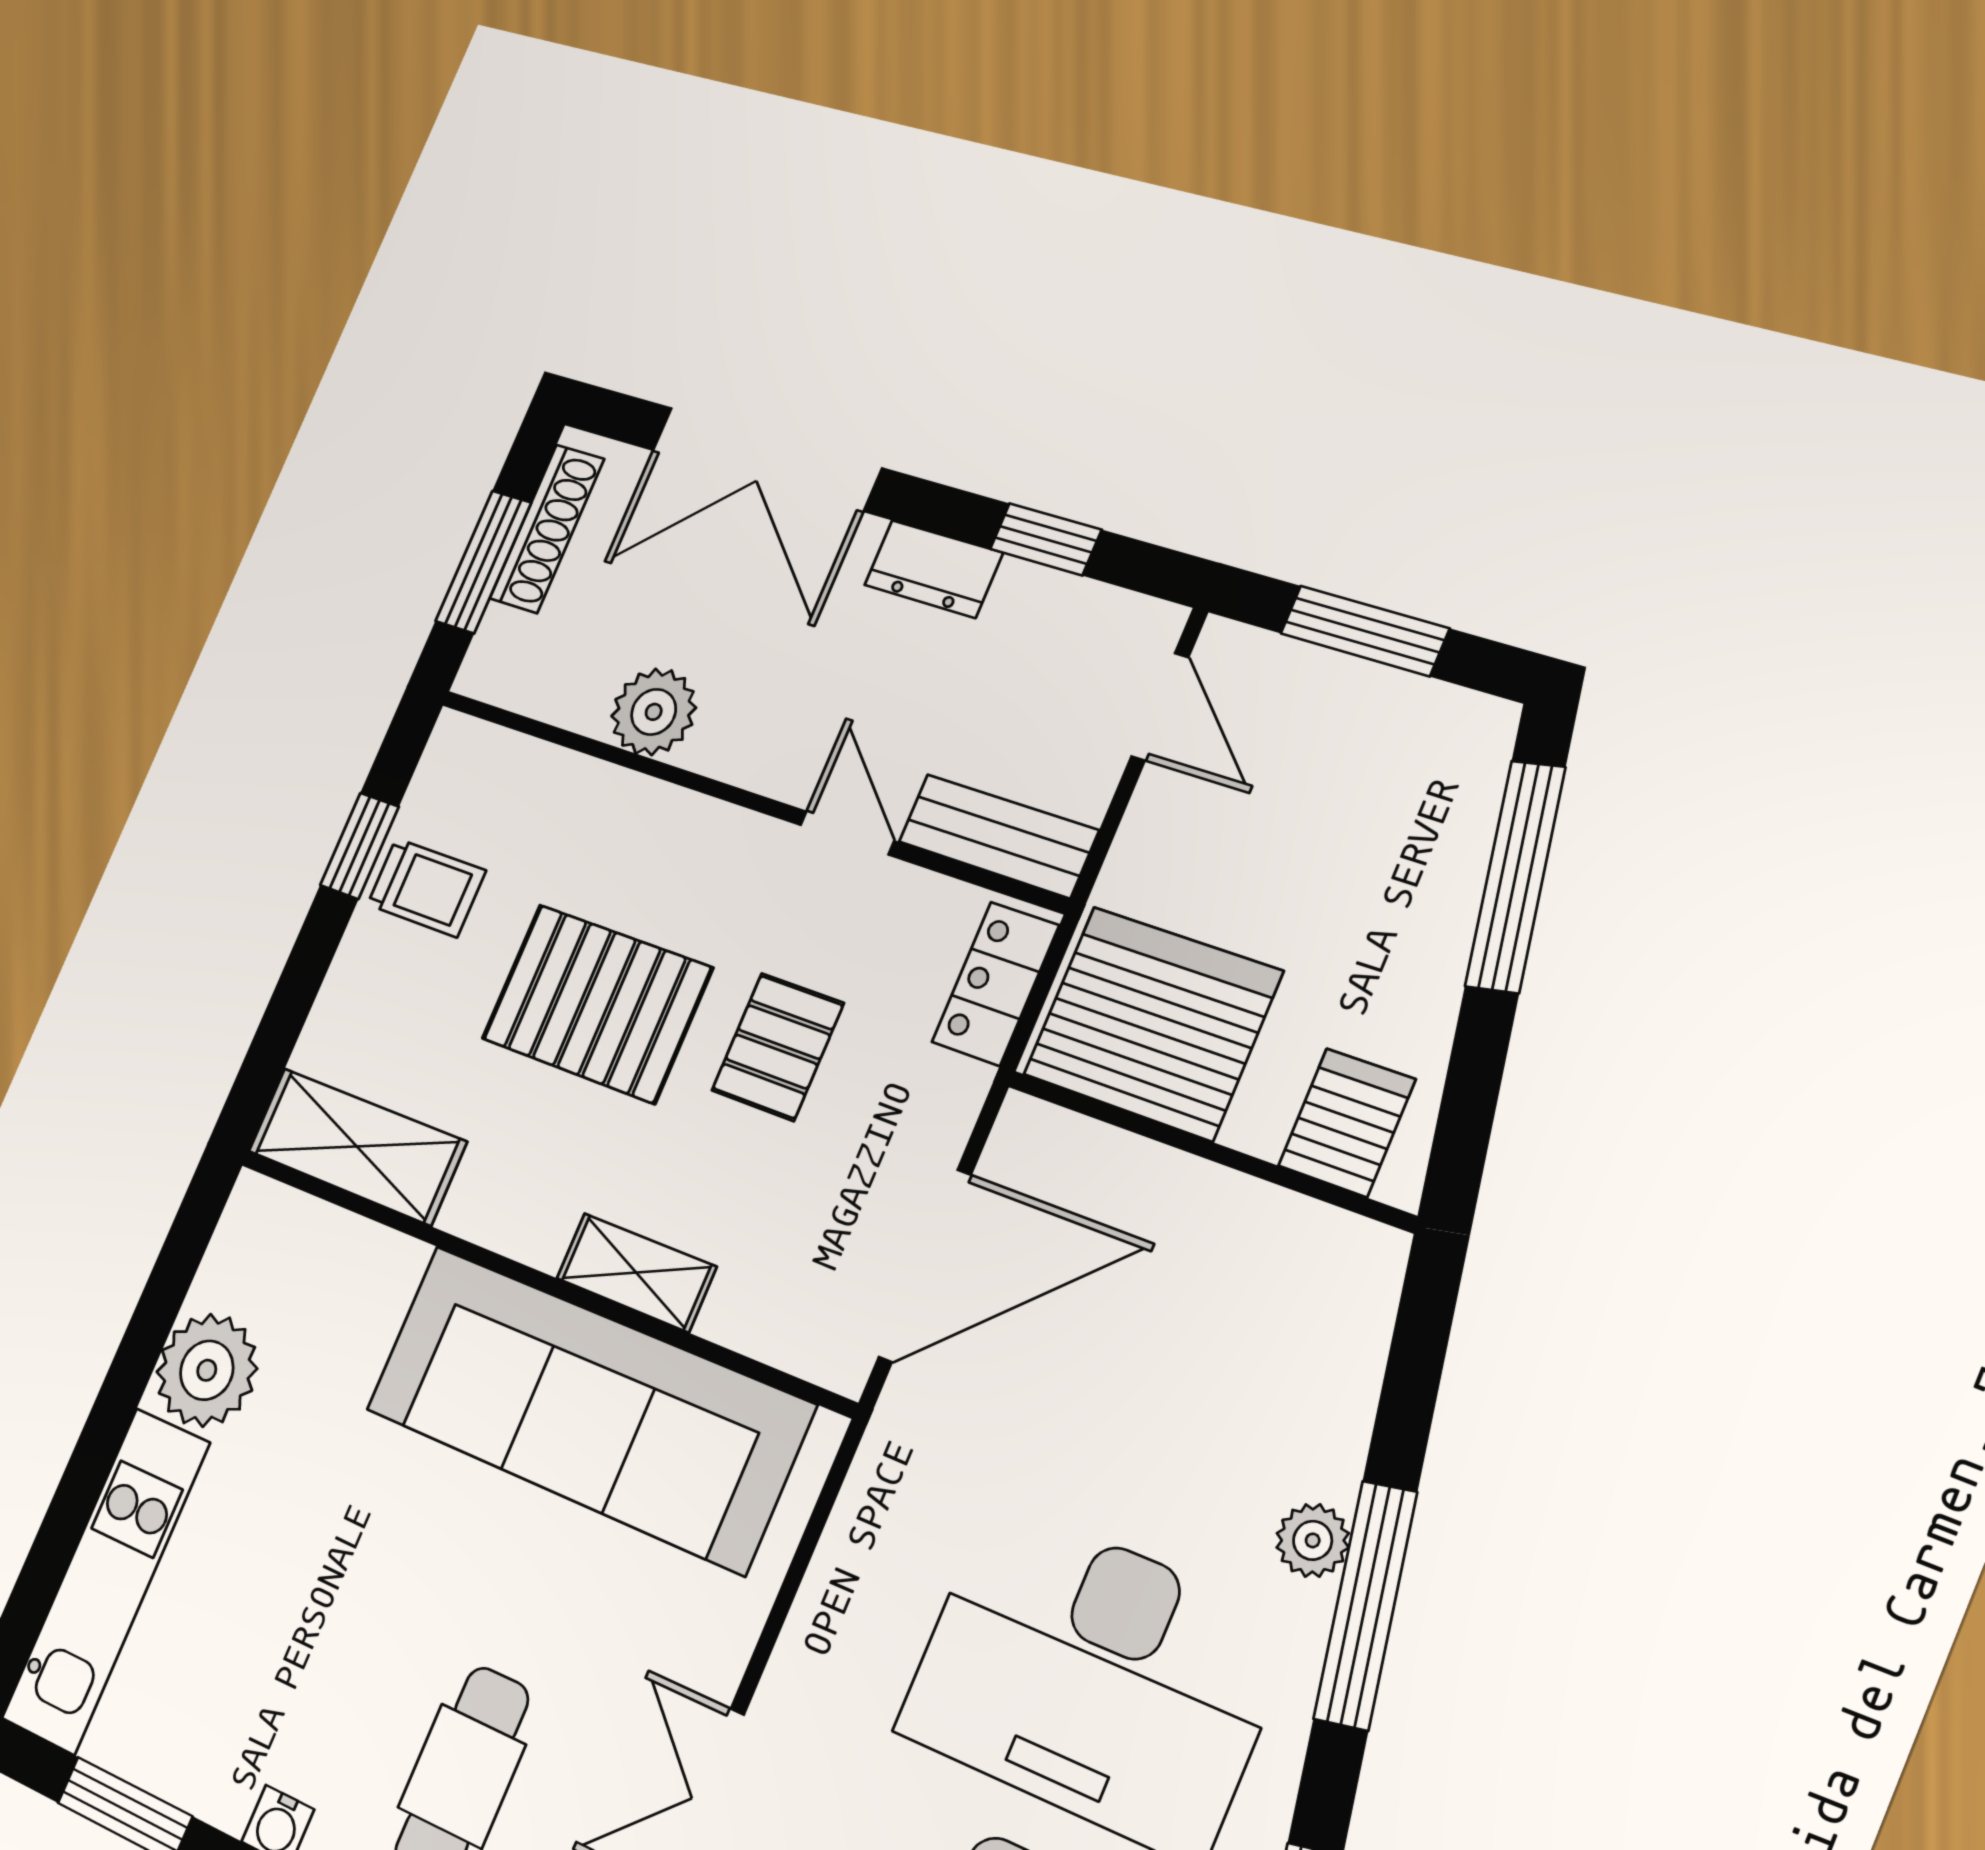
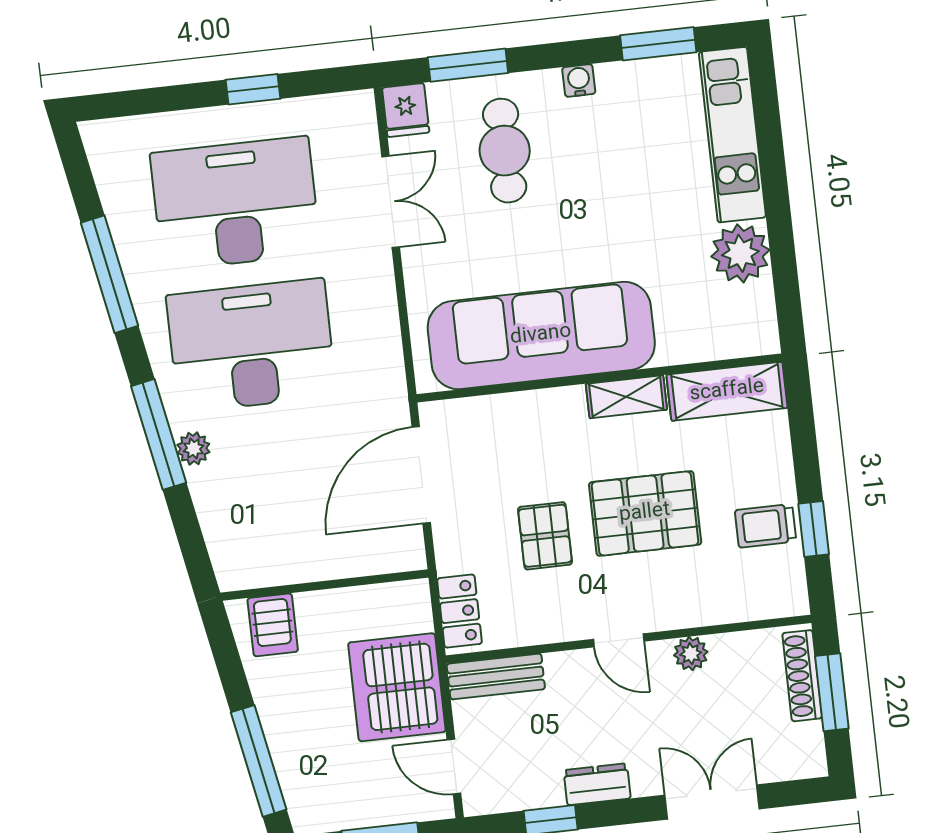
double door: (766, 459) -> (712, 802), width x0.73
shoe rack: (547, 529) -> (802, 676), moved
plant: (654, 712) -> (691, 654), width x0.73, depth x0.73
door: (847, 833) -> (619, 640), moved
server rack: (1153, 1023) -> (397, 687), moved, turned 90
shelving: (636, 1273) -> (626, 397), moved

